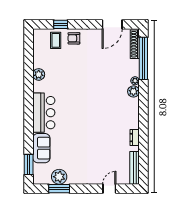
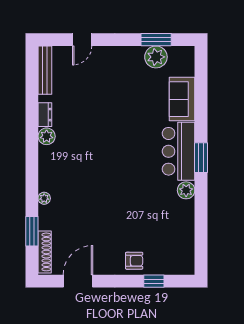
coffee table: (56, 40) -> (161, 258), removed
window: (143, 58) -> (32, 231), width x0.47
plant: (39, 74) -> (186, 190), moved
plant: (133, 91) -> (47, 136), moved
window: (29, 165) -> (201, 158), moved

